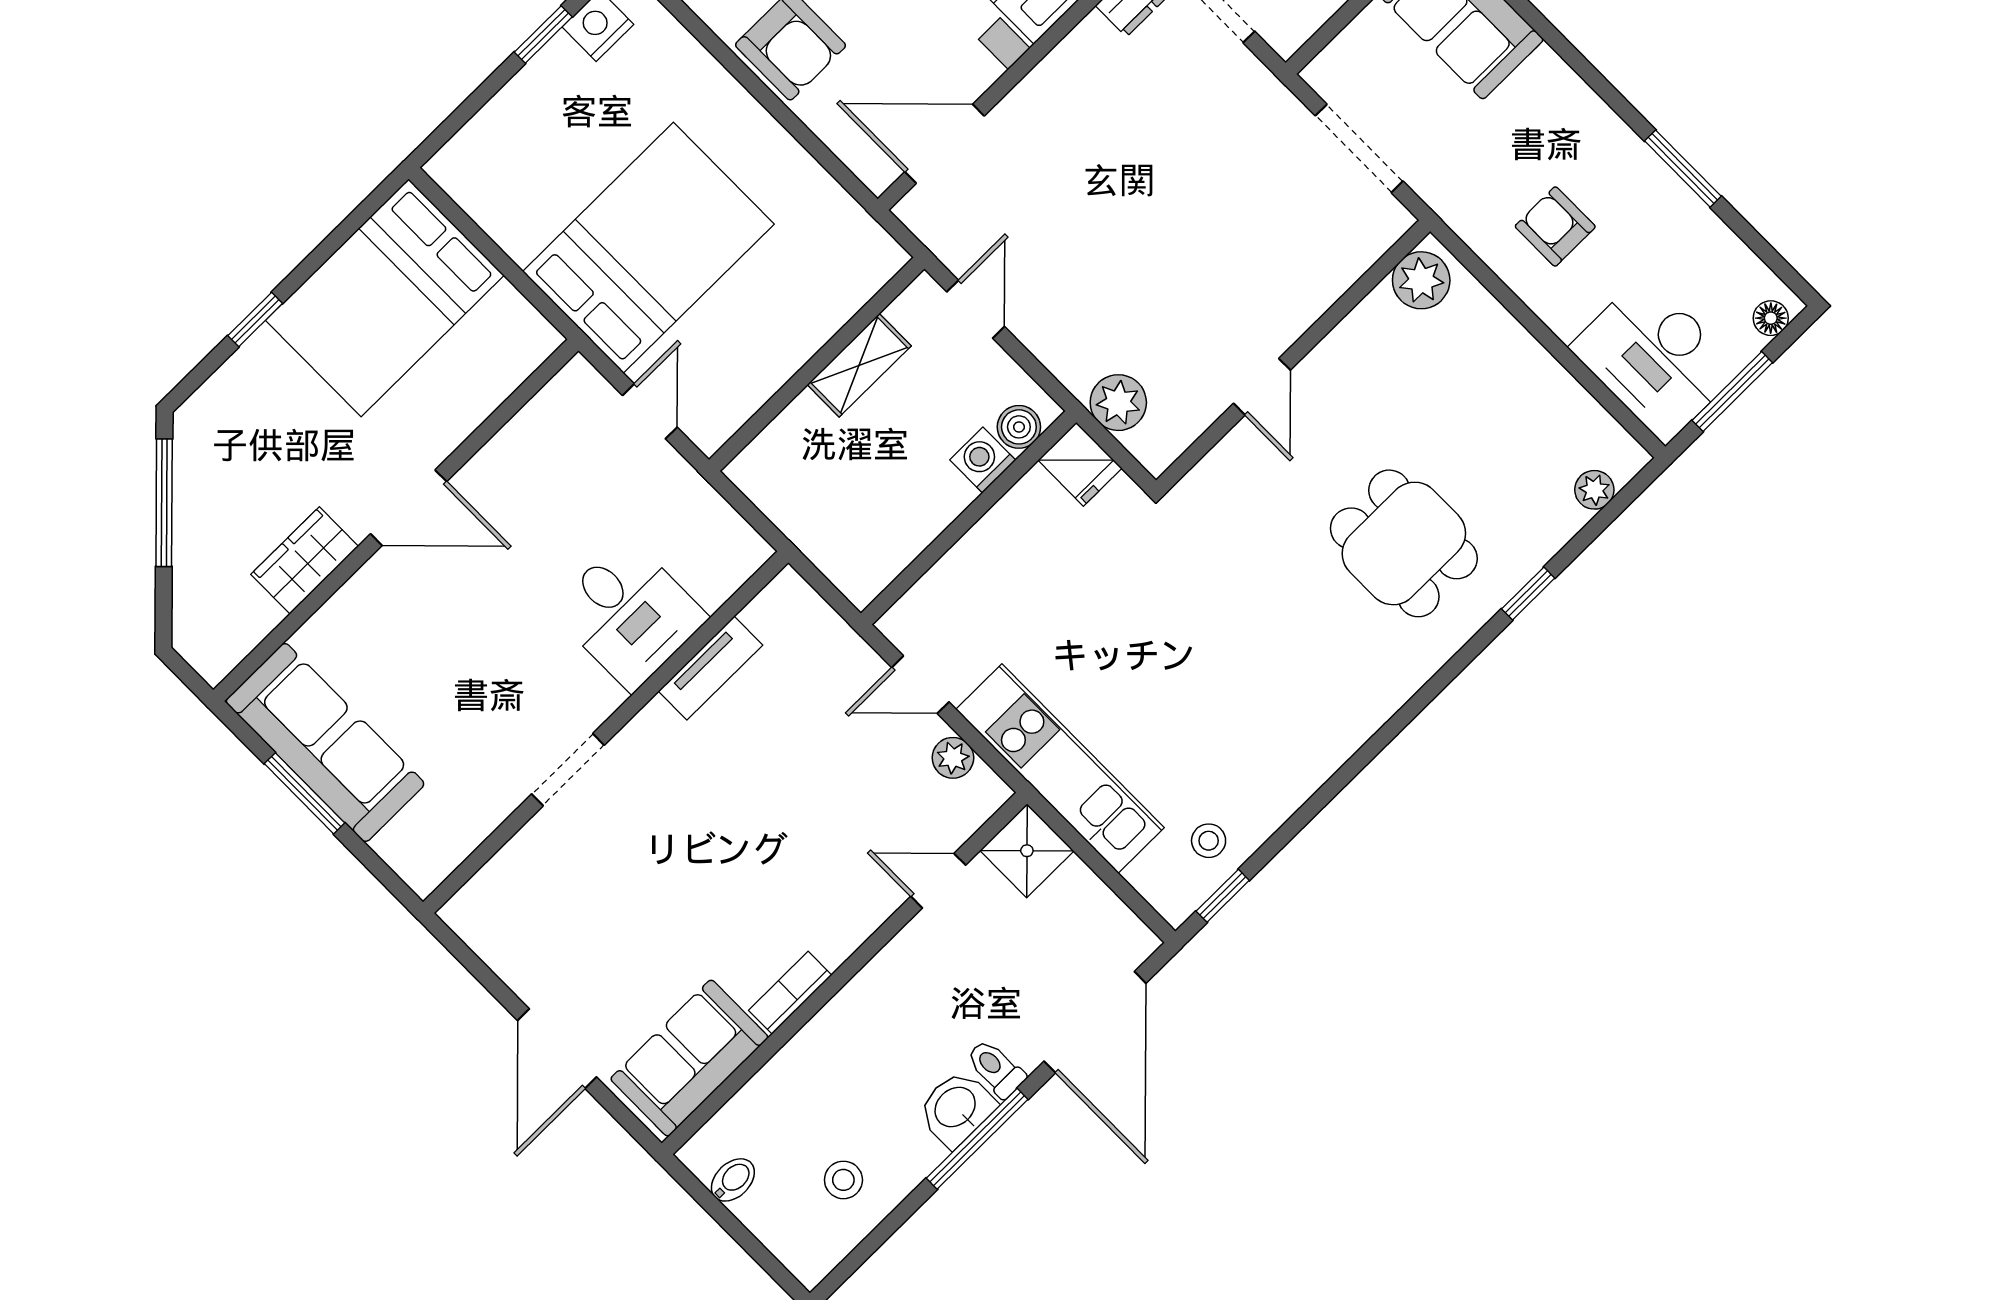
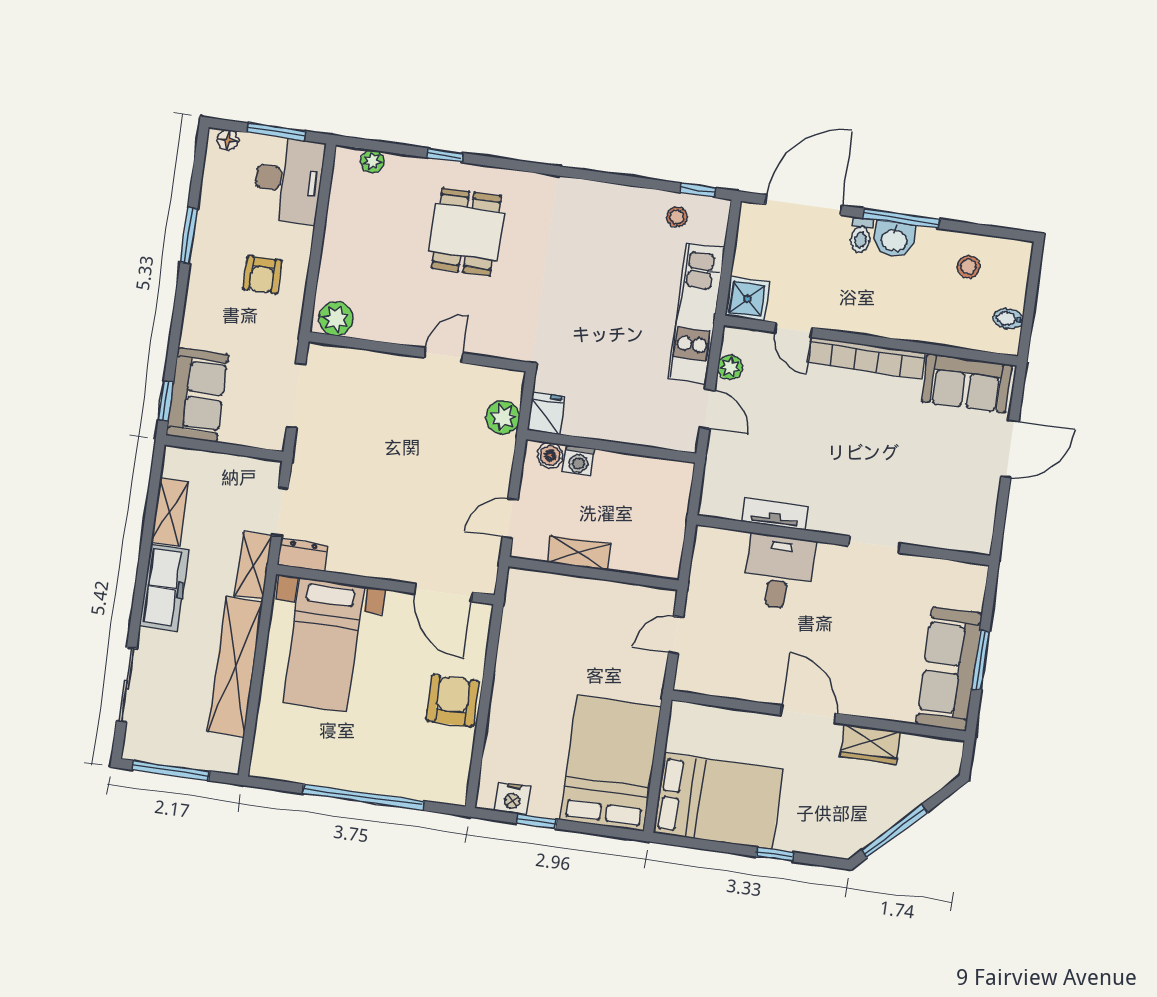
bed: (648, 248) -> (610, 763), moved, turned 90
bookcase: (790, 993) -> (866, 358), width x2.31, depth x1.31

